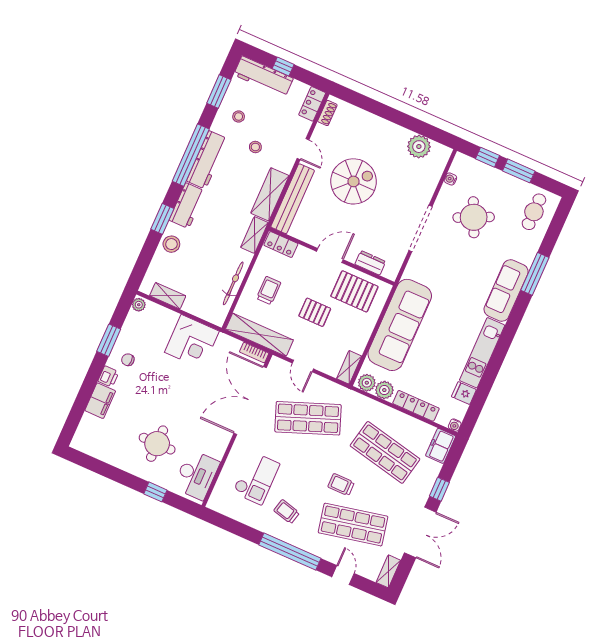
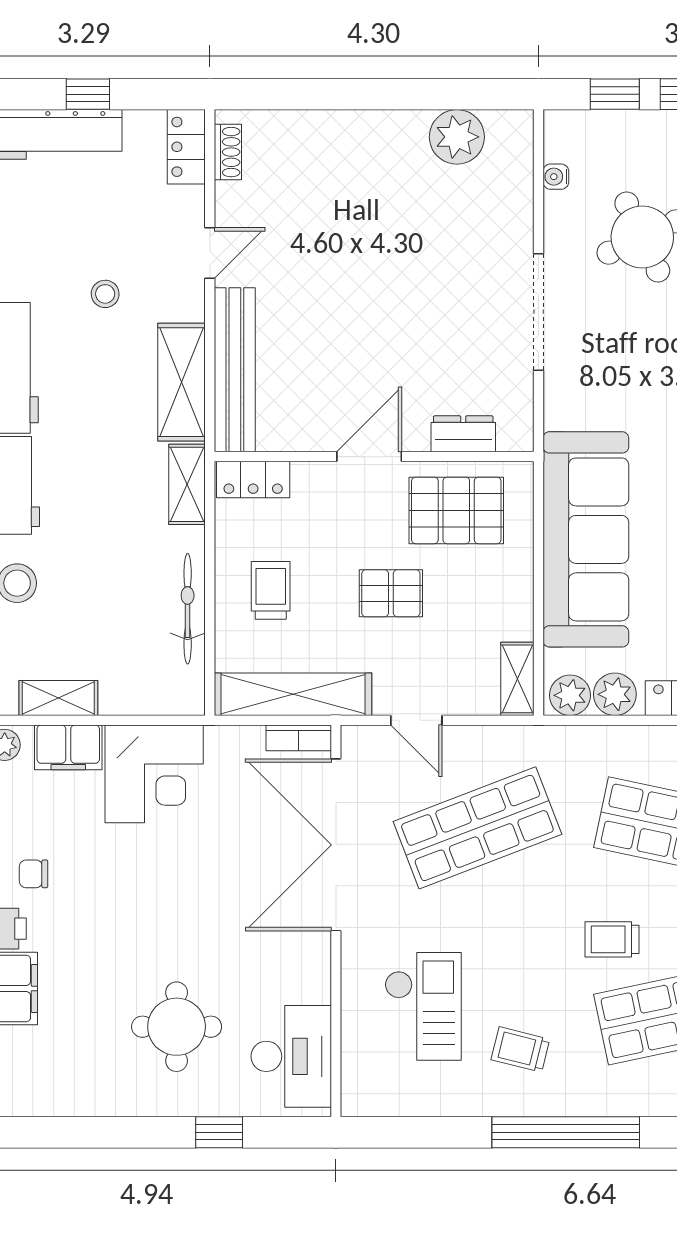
stool: (239, 116) -> (40, 244), removed
door: (303, 149) -> (210, 253), hinge flipped
spiral stairs: (354, 181) -> (349, 274), removed
filing cabinet: (163, 317) -> (68, 747), added

